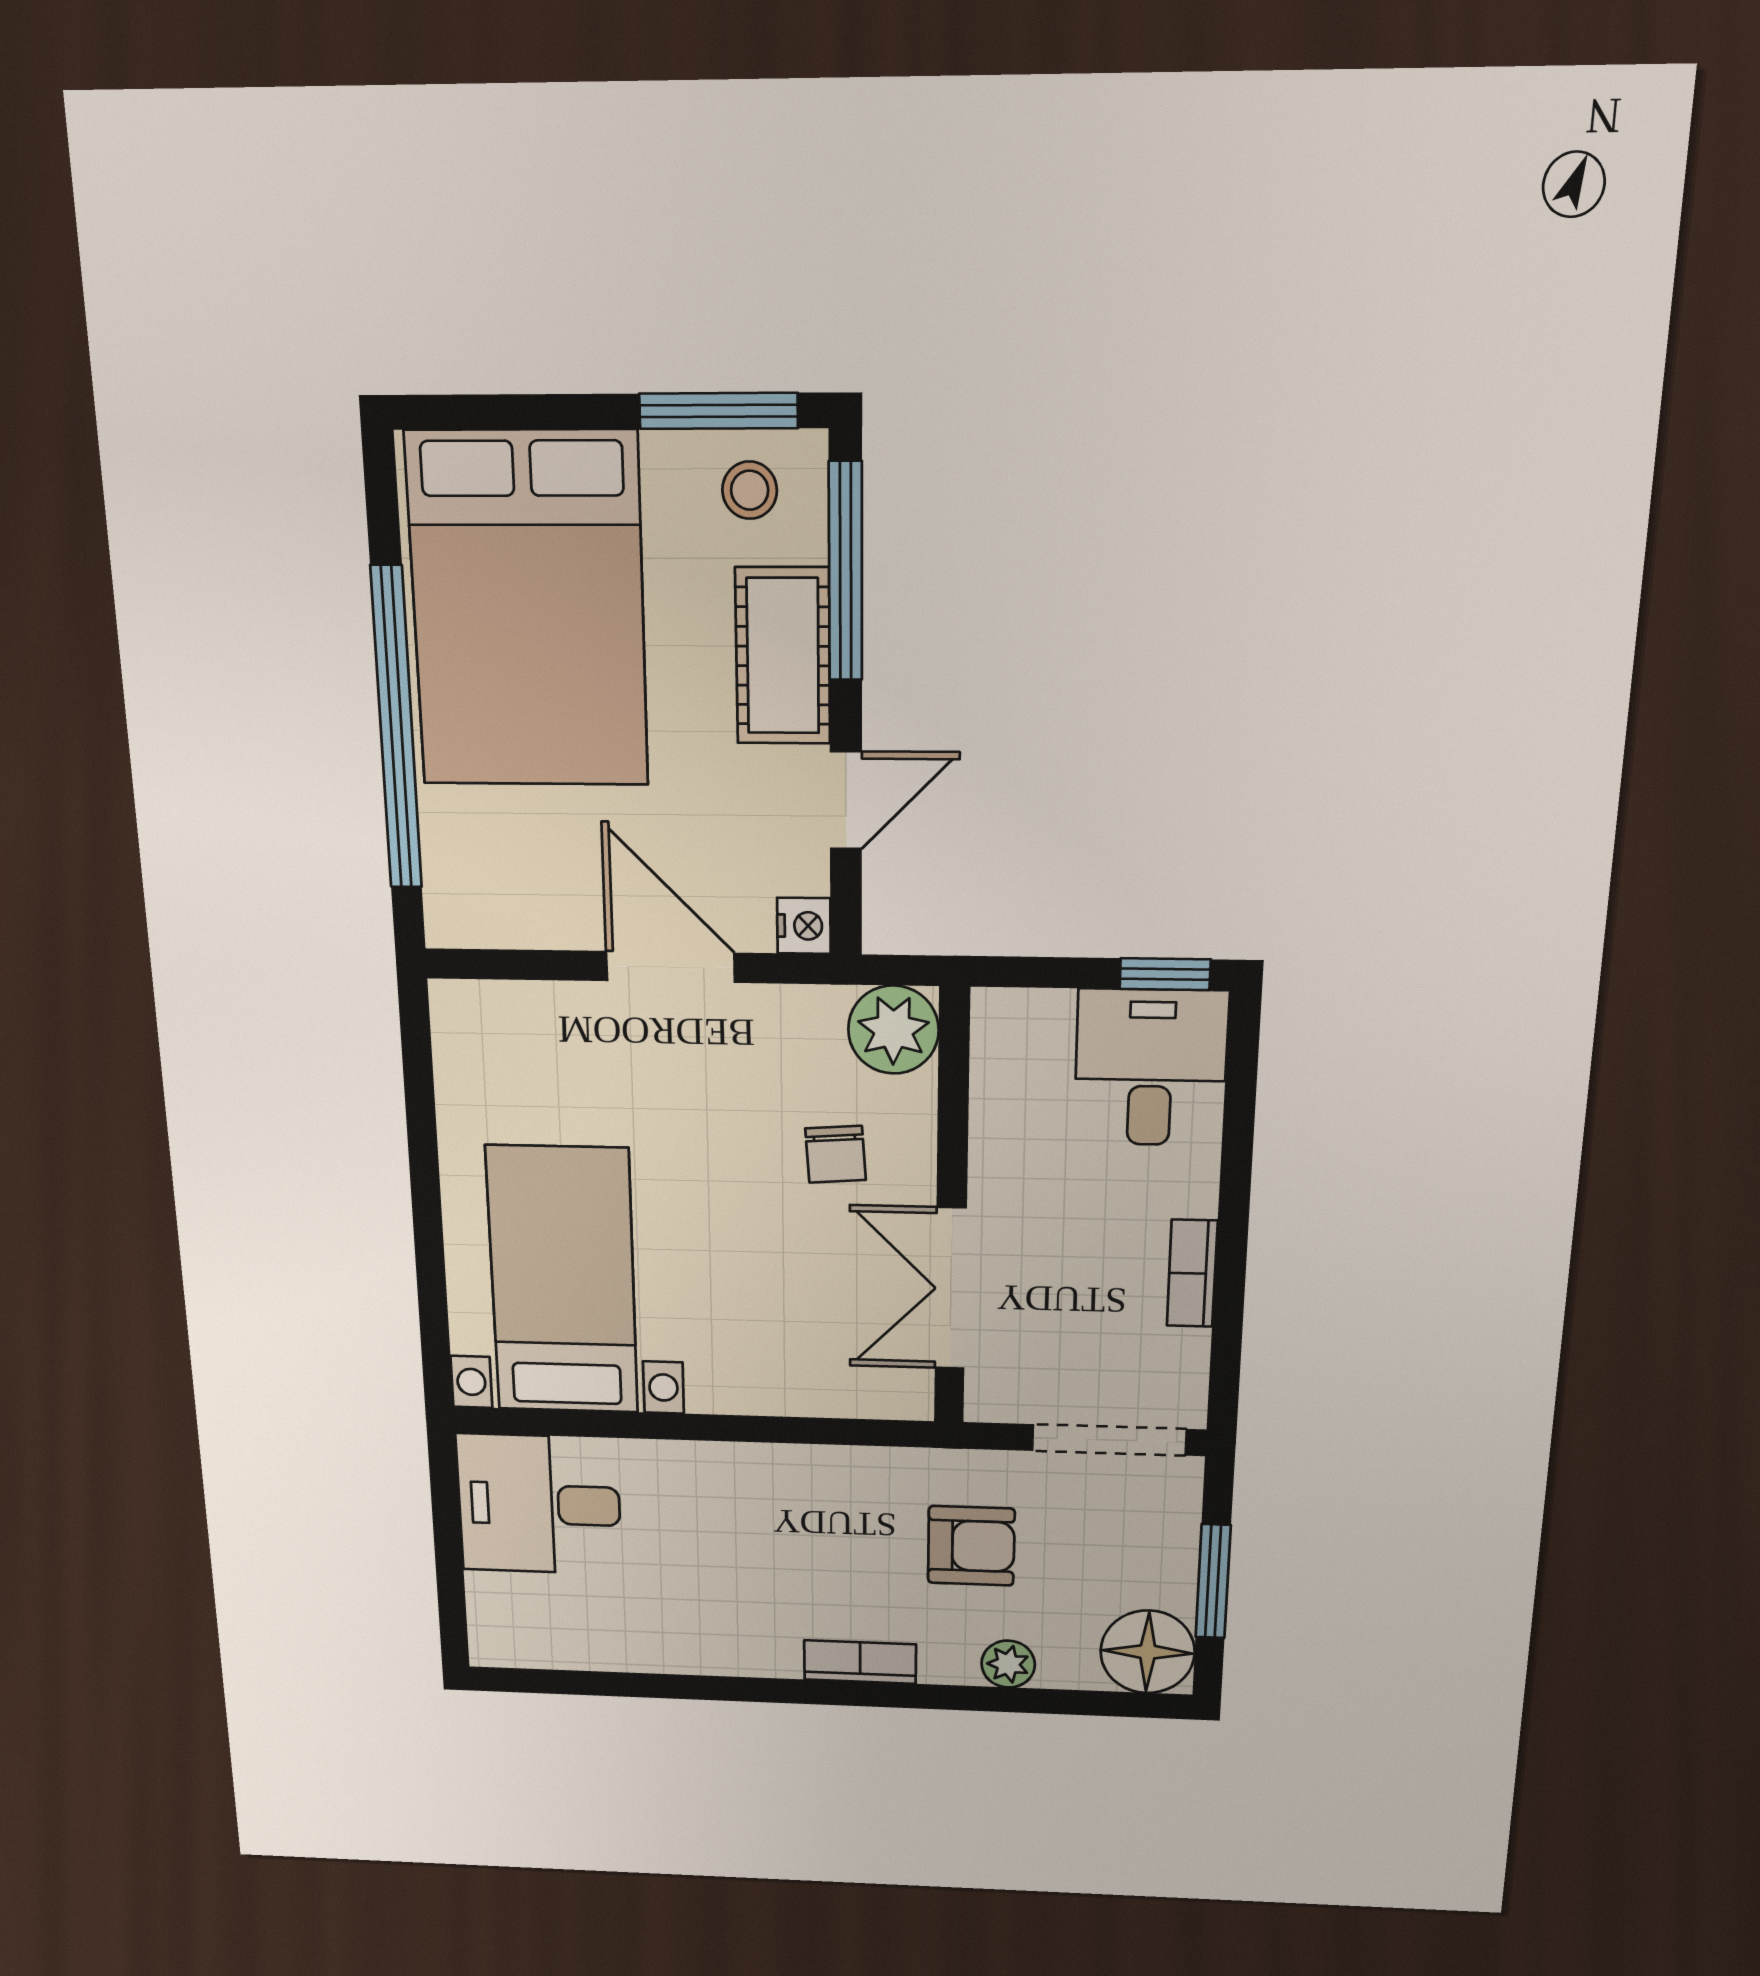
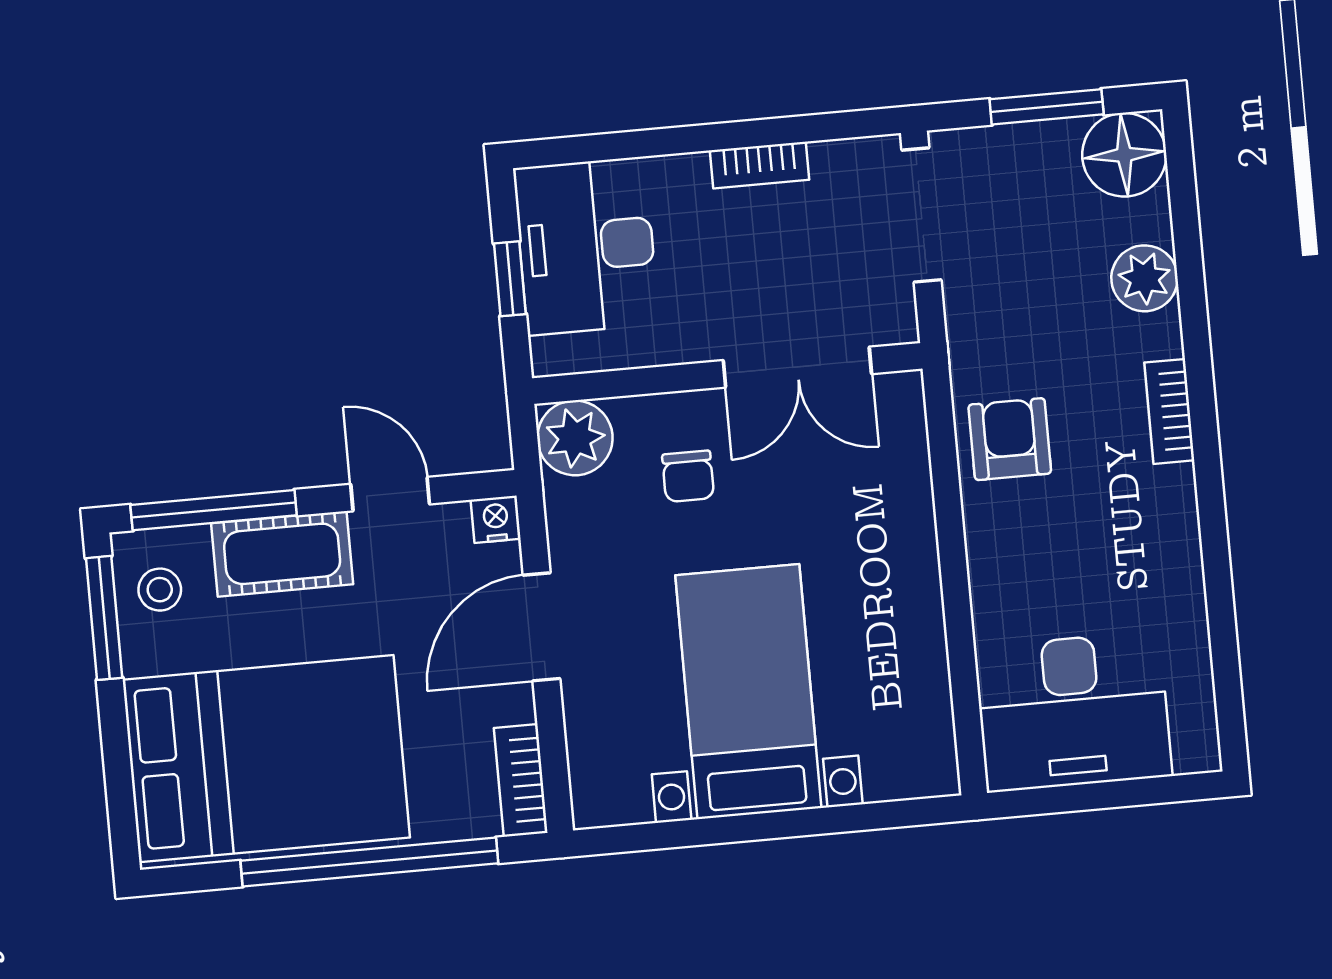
bookcase: (489, 923) -> (521, 780), added
window: (1165, 974) -> (510, 279), moved
desk: (1151, 1068) -> (586, 246), width x1.37
chair: (836, 1154) -> (688, 476), turned 94
bed with nightstands: (563, 1281) -> (748, 692), moved, turned 90
desk: (539, 1504) -> (1073, 712), width x1.37
armchair: (971, 1546) -> (1010, 439), moved
plant: (1008, 1664) -> (1145, 278), width x1.38, depth x1.38

